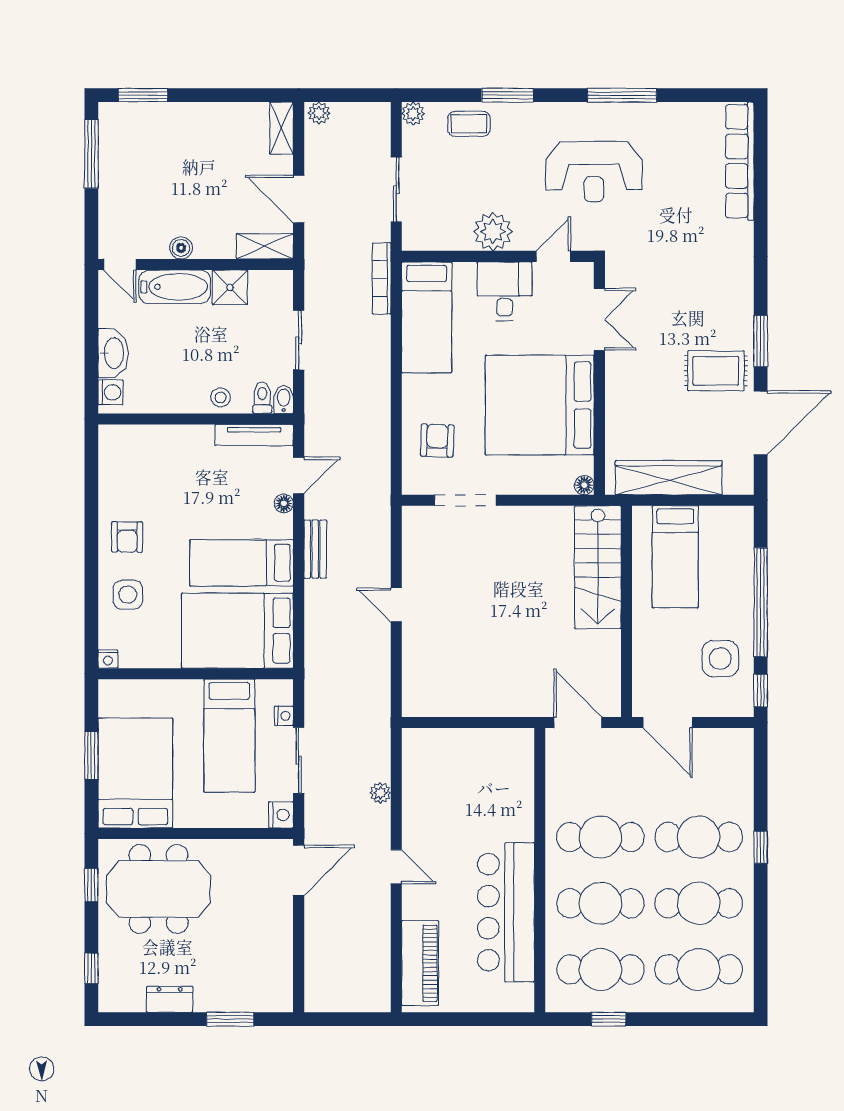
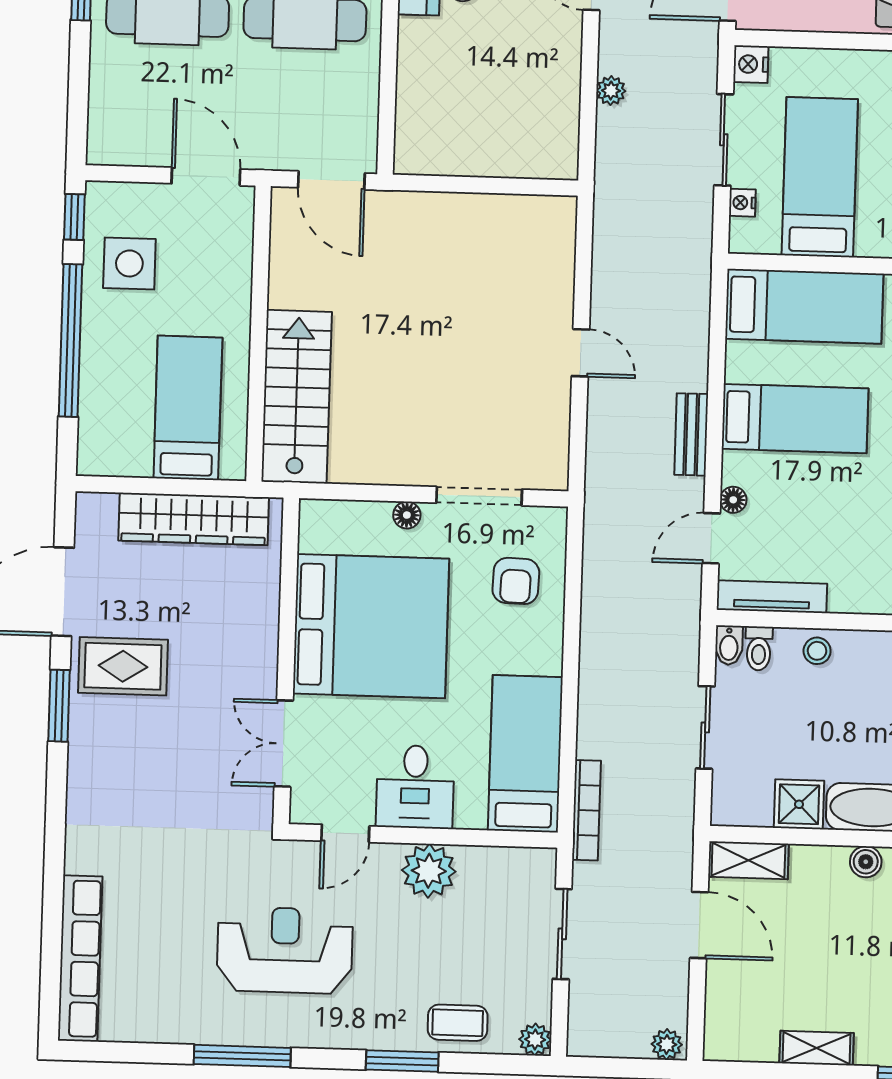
shelving: (281, 128) -> (817, 1048), moved, turned 90
floor lamp: (584, 485) -> (407, 515), moved
bed: (237, 631) -> (804, 306), width x0.67

